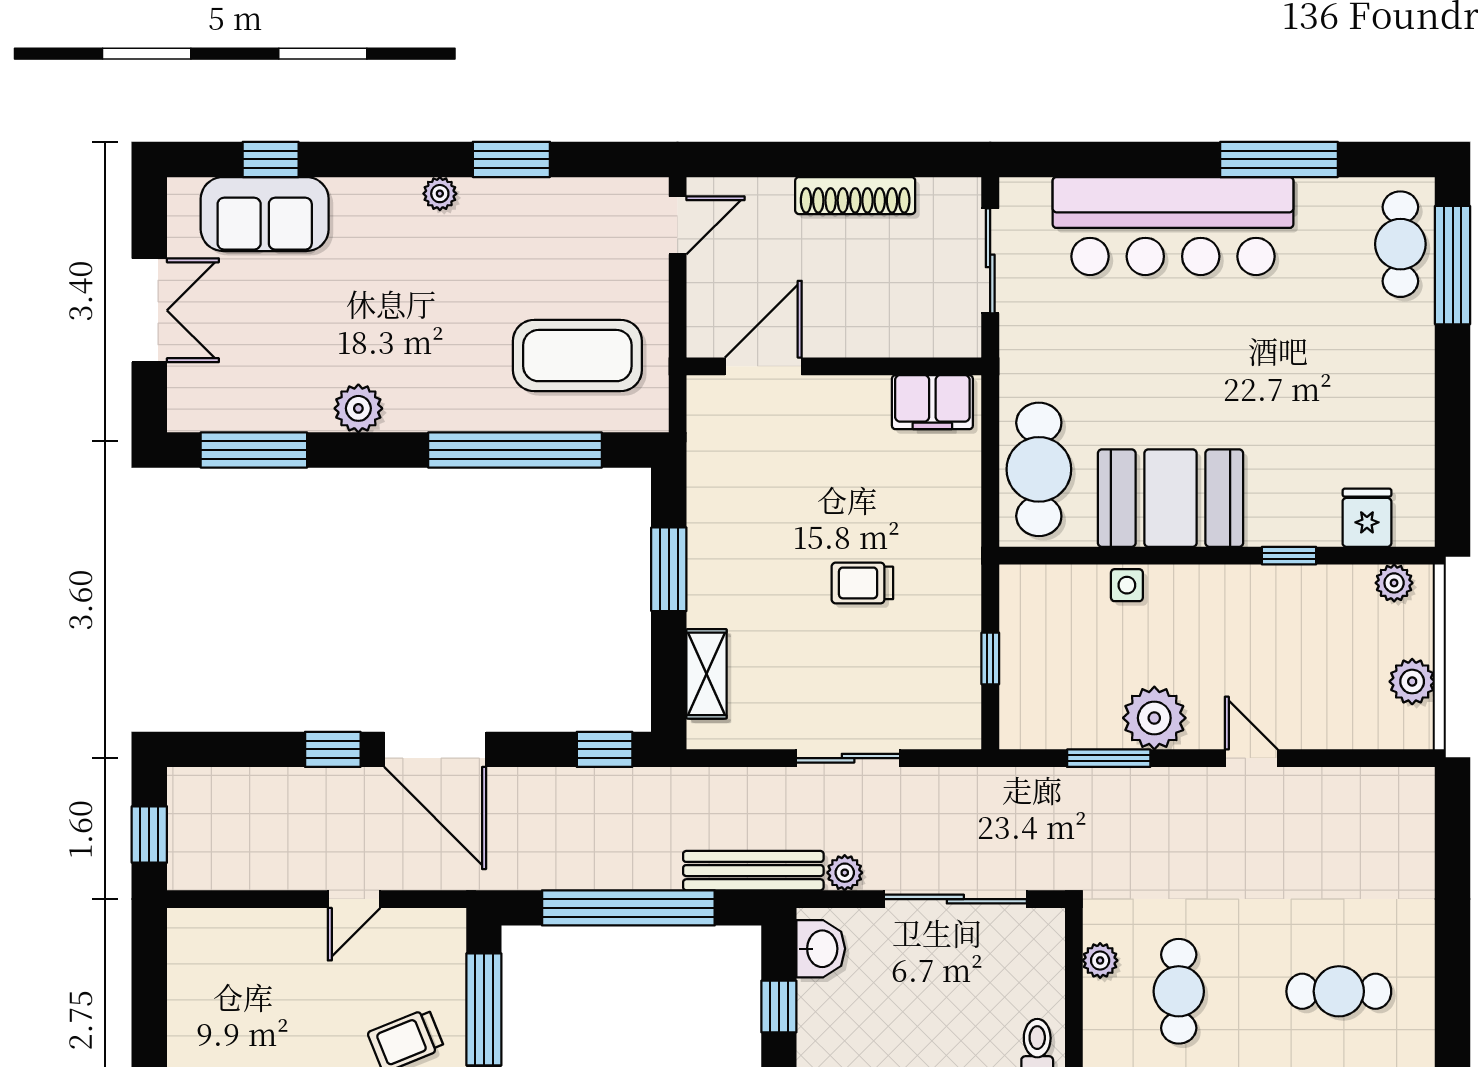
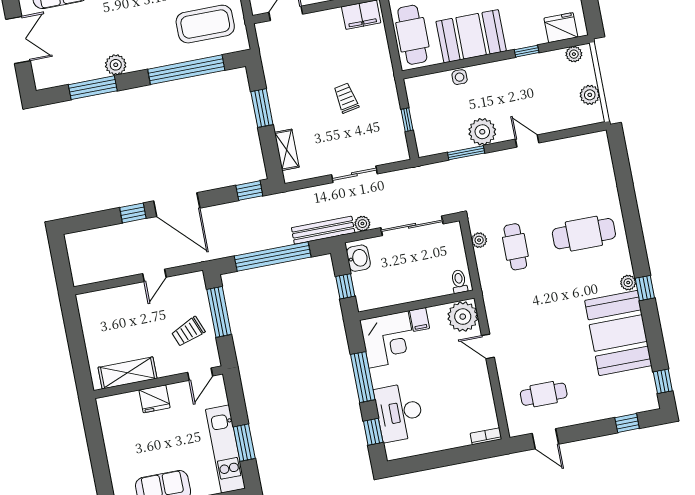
window: (254, 450) -> (93, 88), moved
fridge: (1367, 518) -> (561, 28), width x1.38
trolley: (862, 583) -> (346, 98), turned 79
window: (149, 835) -> (61, 265), removed
cafe table: (1339, 991) -> (584, 234), width x1.37, depth x1.35

